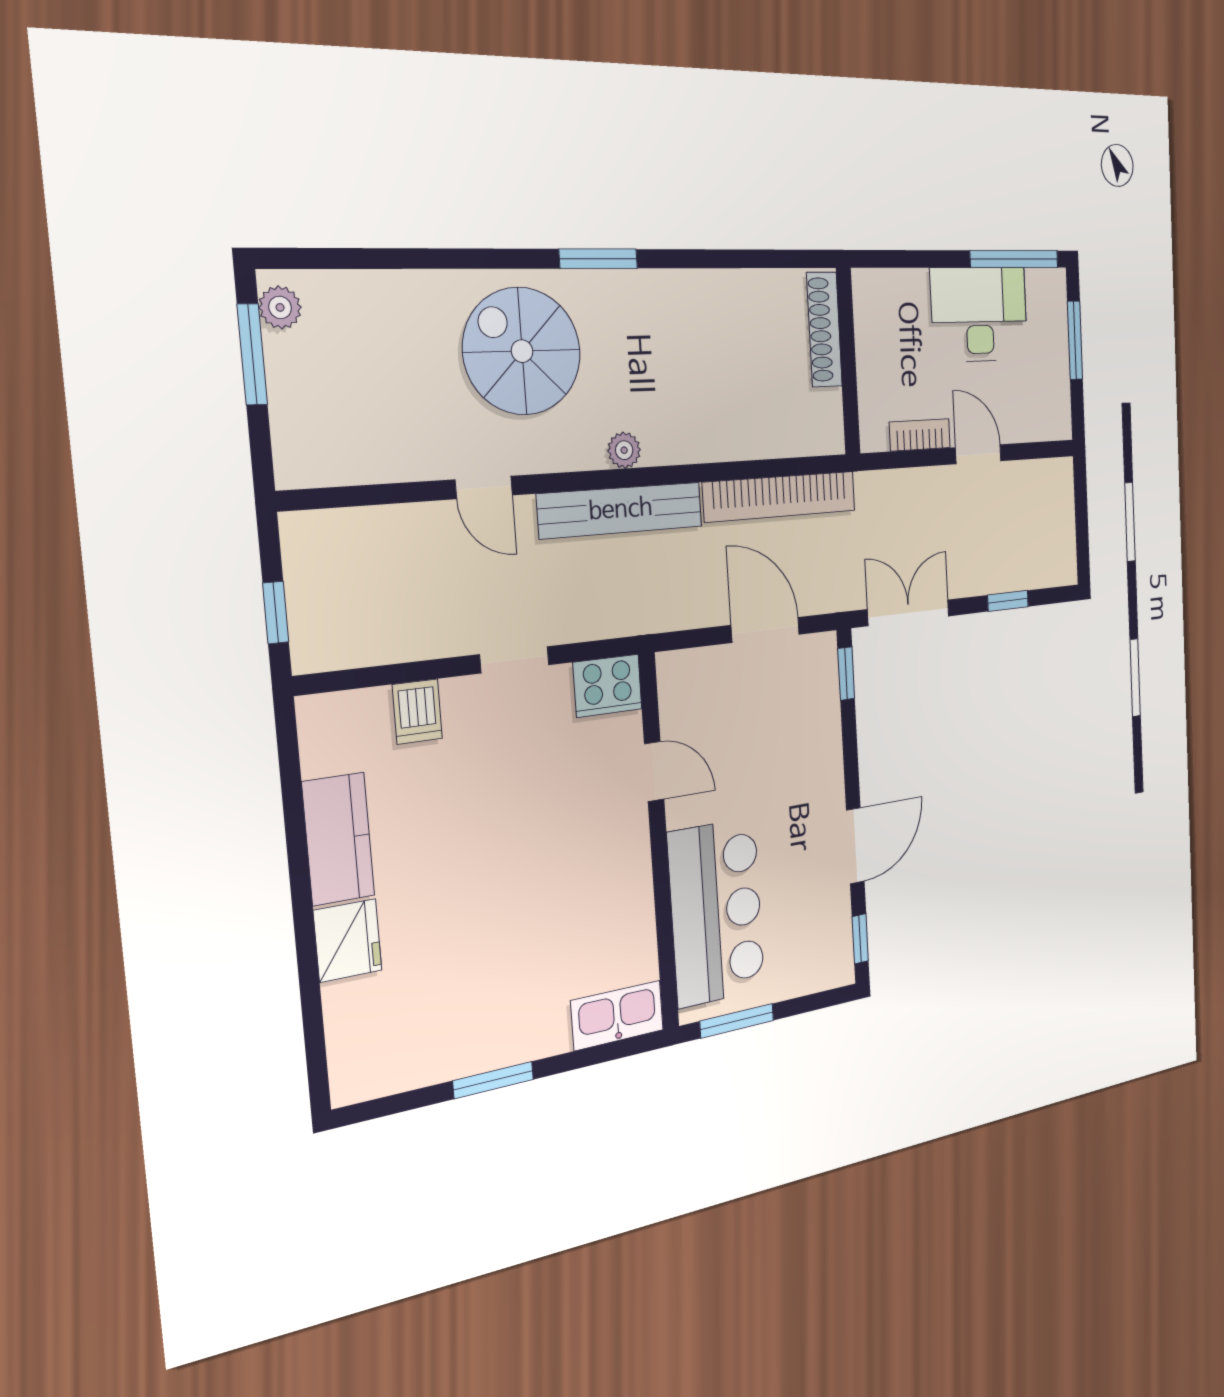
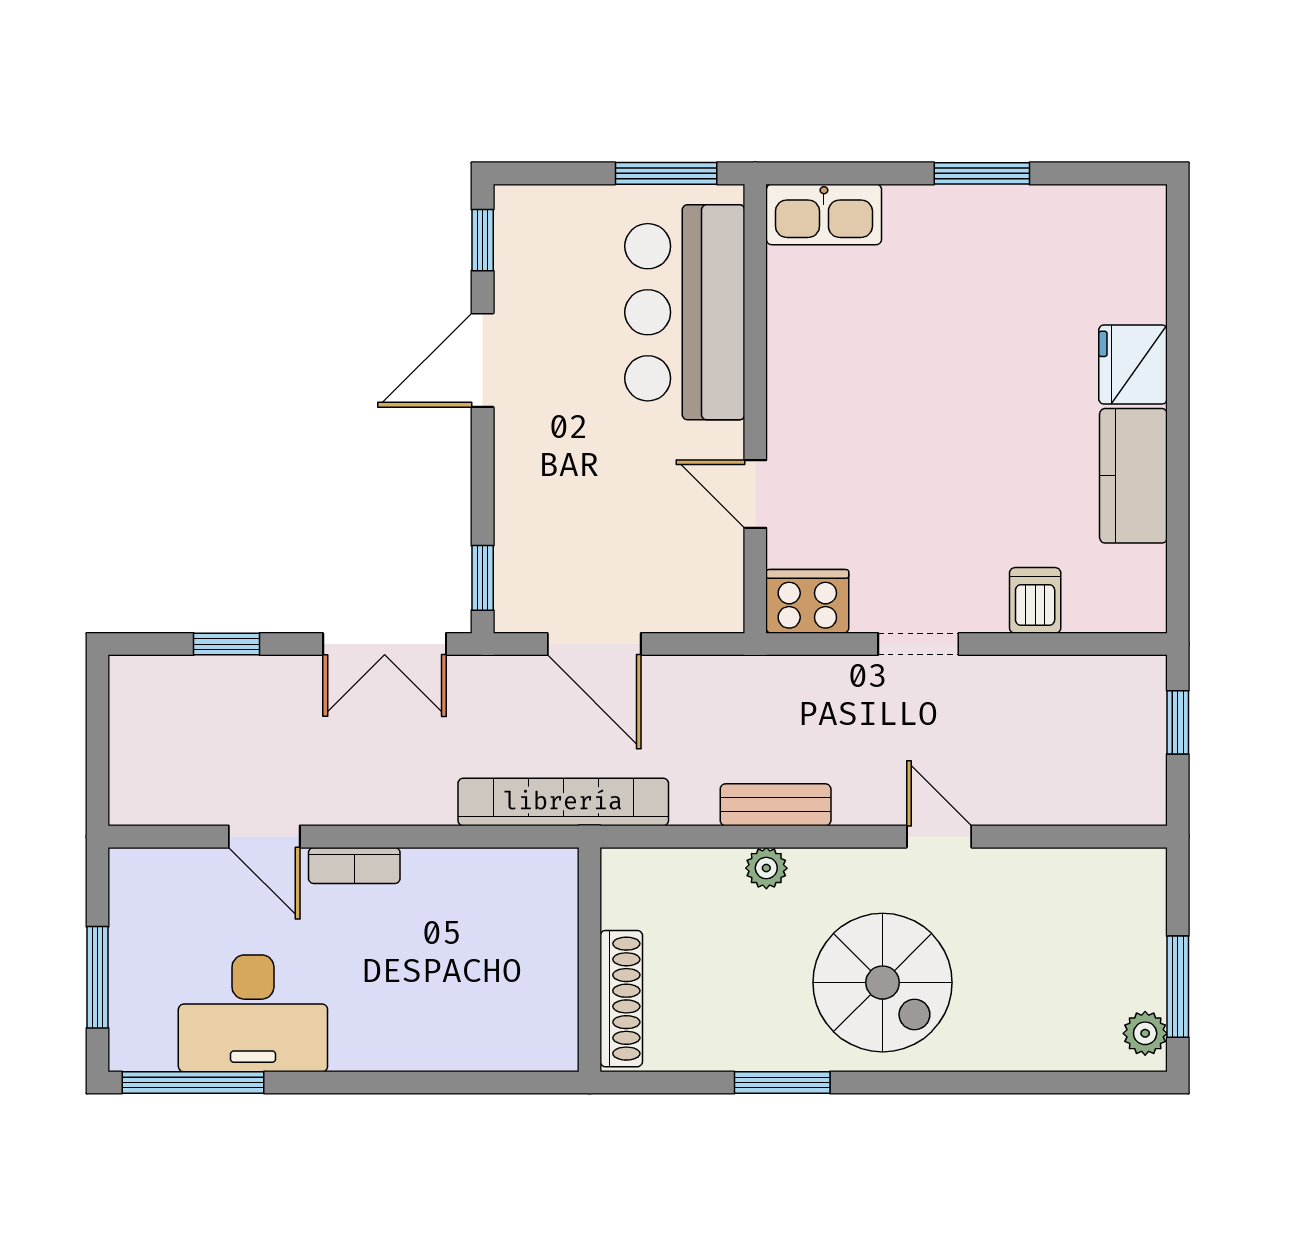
shoe rack: (824, 330) -> (621, 999), moved
wall: (848, 361) -> (590, 960), moved
bench: (621, 510) -> (776, 805), width x0.54, depth x0.82

